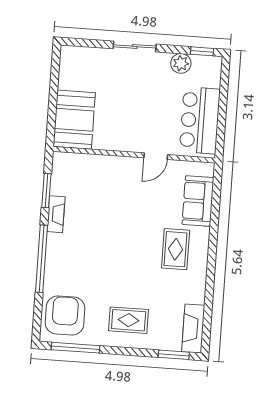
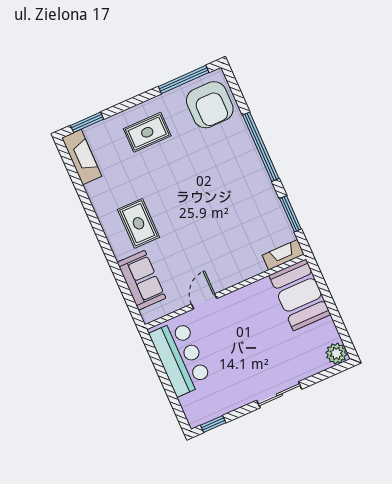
plant: (181, 63) -> (336, 353), moved
fireplace: (56, 214) -> (283, 255), moved, turned 90

